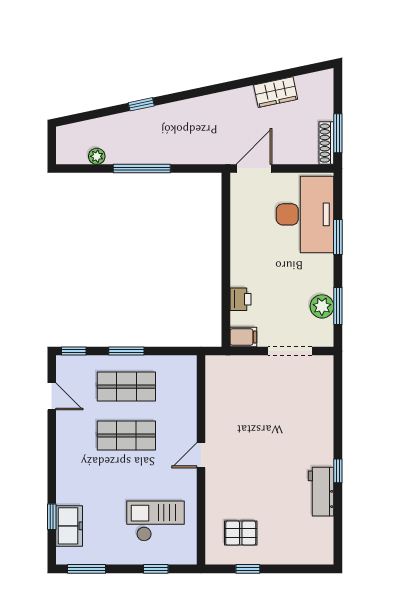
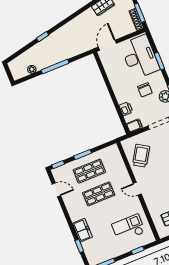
chair: (289, 279) -> (145, 90), added
trolley: (233, 397) -> (141, 156), added
door: (201, 455) -> (137, 189), hinge flipped
freezer: (69, 526) -> (82, 230), moved

